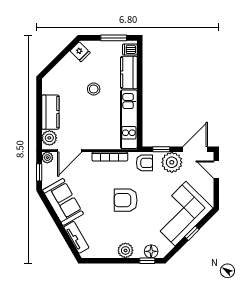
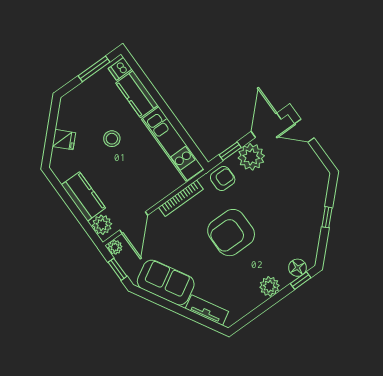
fridge: (80, 52) -> (64, 140), moved
armchair: (126, 200) -> (231, 233), width x1.36, depth x1.36
corner sofa: (181, 214) -> (300, 205), removed

